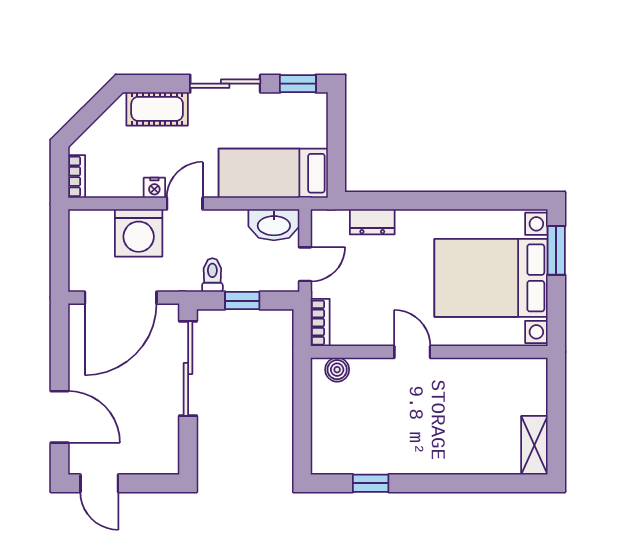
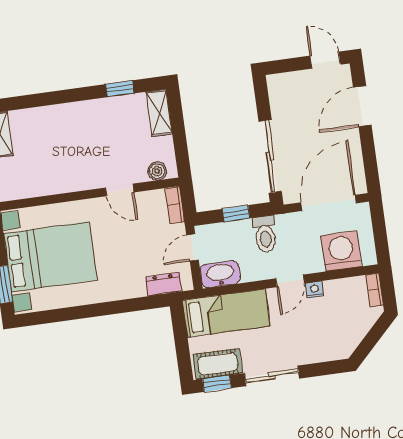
cot: (157, 109) -> (218, 364), moved
dresser: (372, 222) -> (164, 284), moved
washing machine: (139, 233) -> (341, 251), moved
toilet: (212, 275) -> (265, 234), width x1.37, depth x1.39
door: (412, 352) -> (120, 190), moved
door: (60, 417) -> (362, 106), hinge flipped
shelving: (324, 445) -> (159, 113), added

